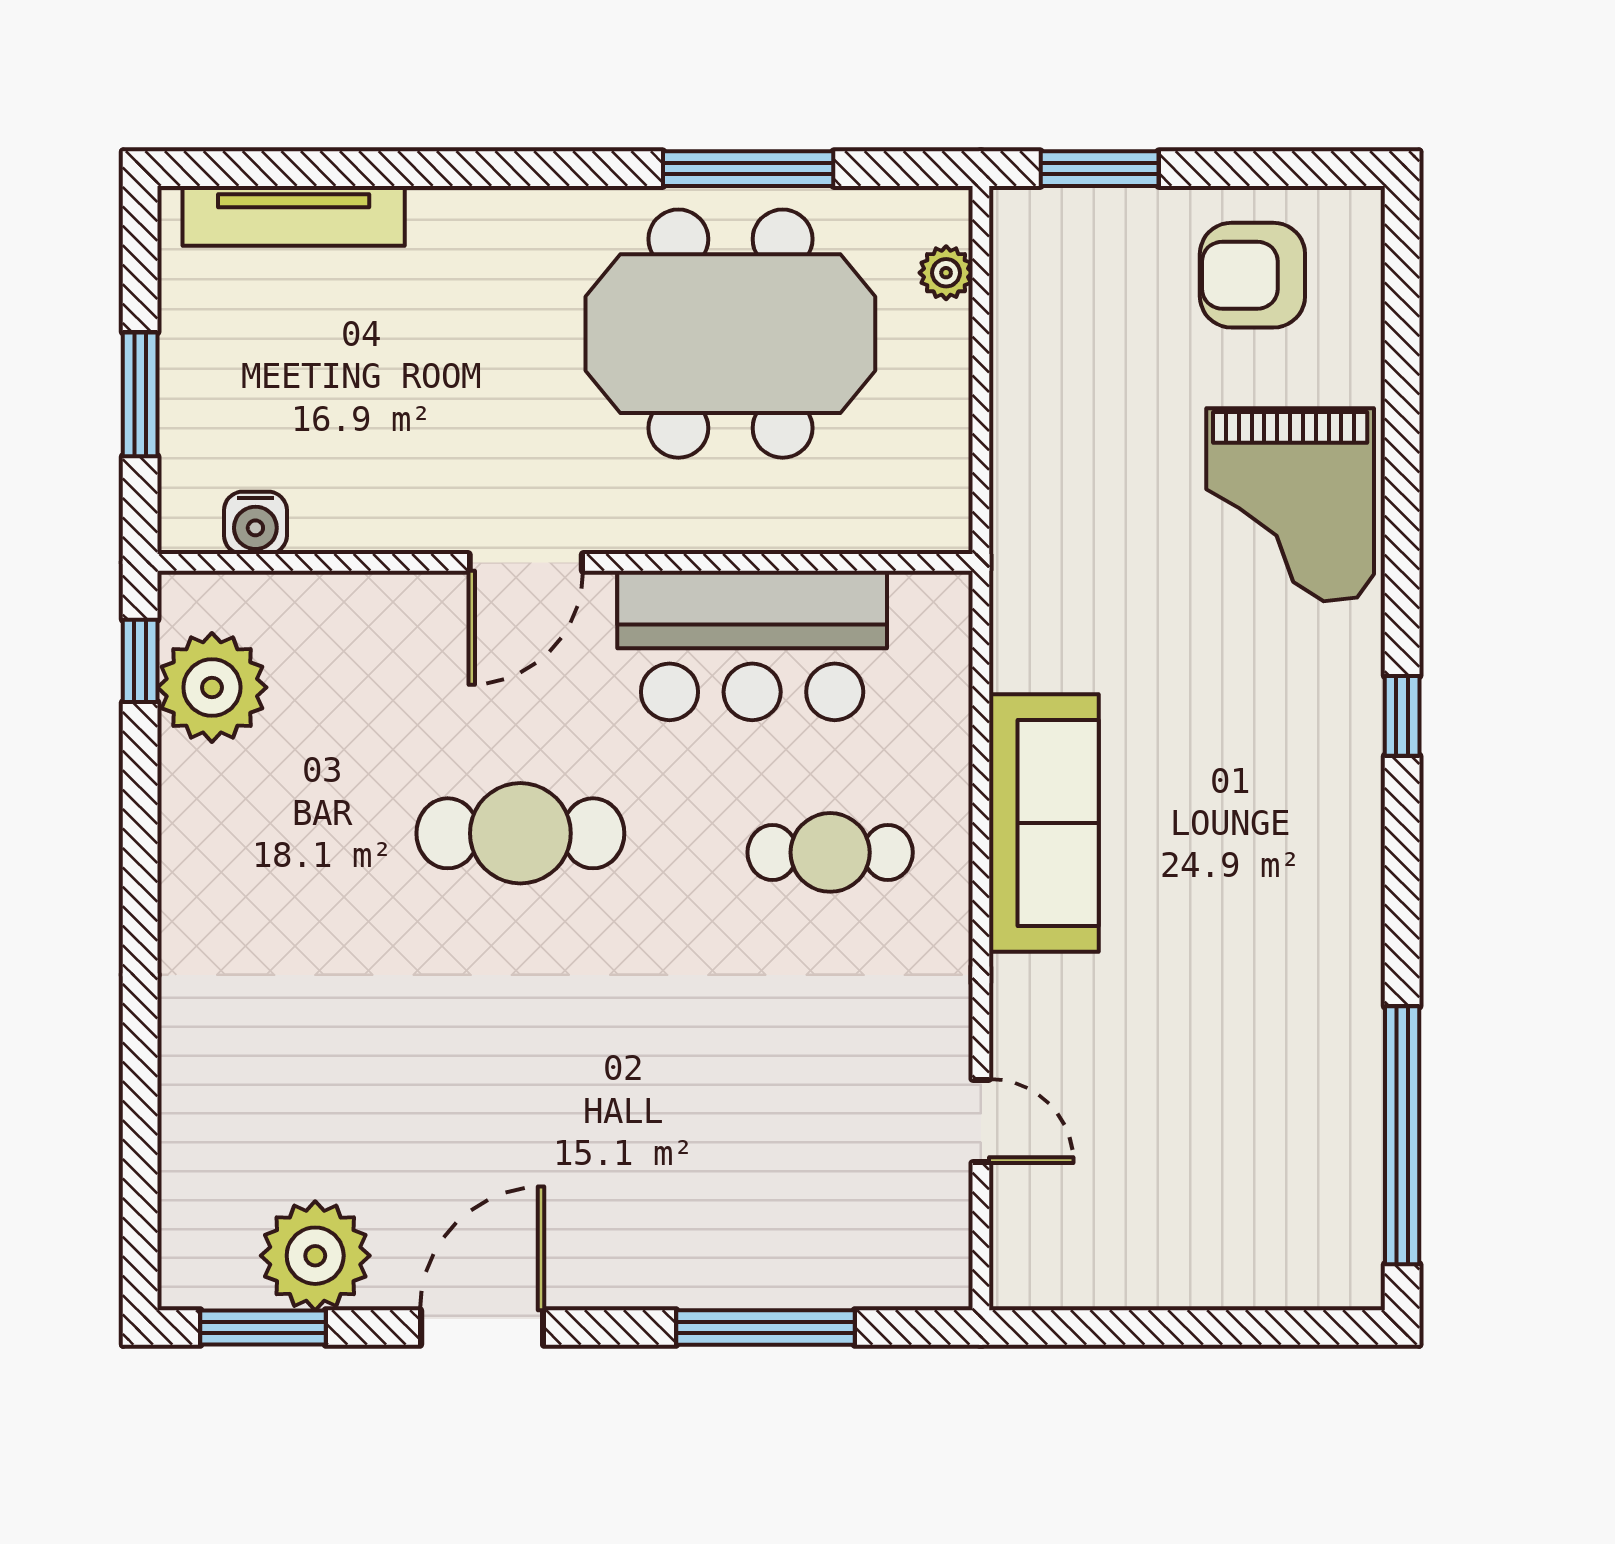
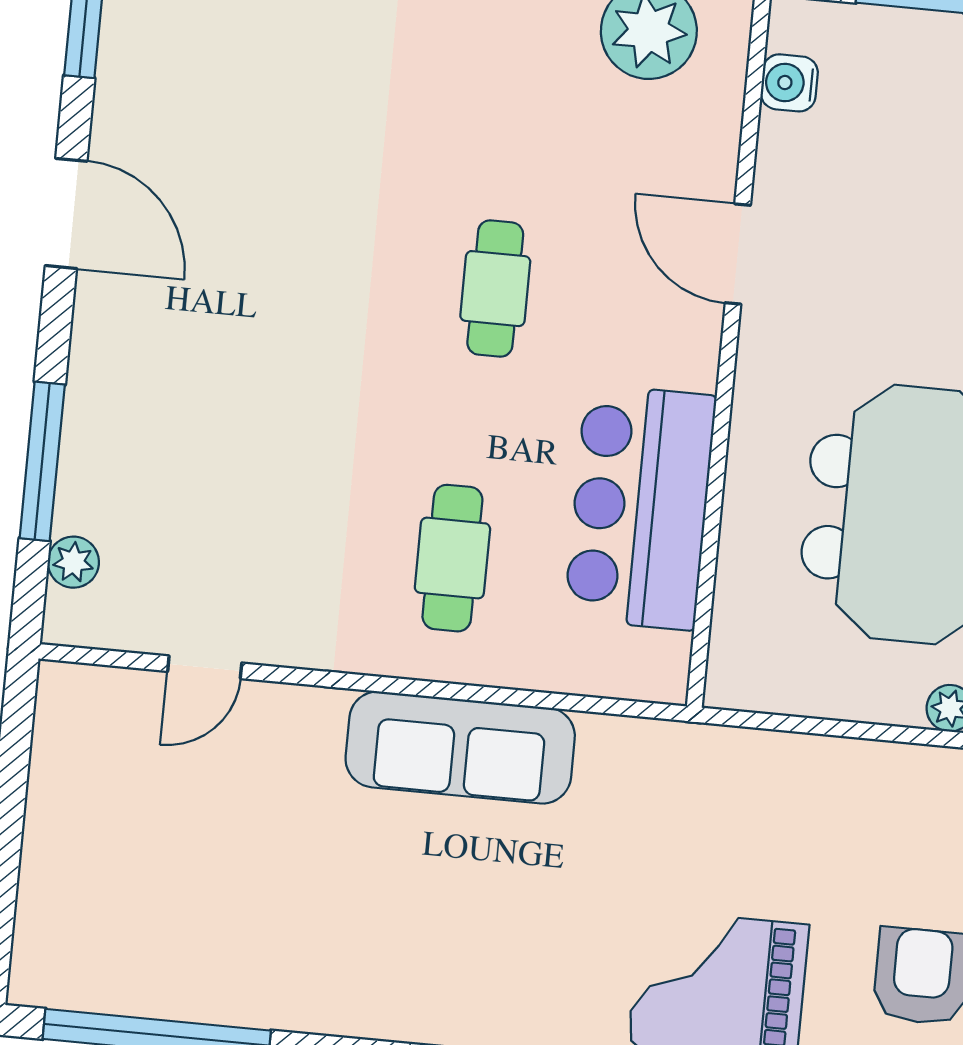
door: (526, 562) -> (738, 254), moved
cafe table: (520, 833) -> (495, 289), width x0.73, depth x0.74
plant: (315, 1256) -> (73, 562), moved, width x0.53, depth x0.53

